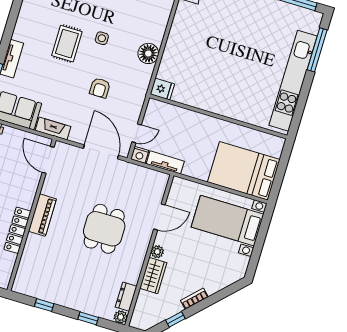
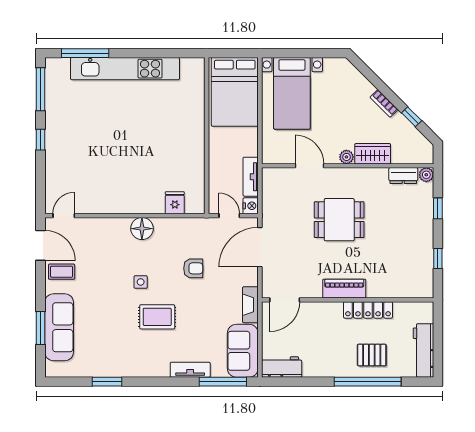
wall: (218, 116) -> (207, 136), moved

